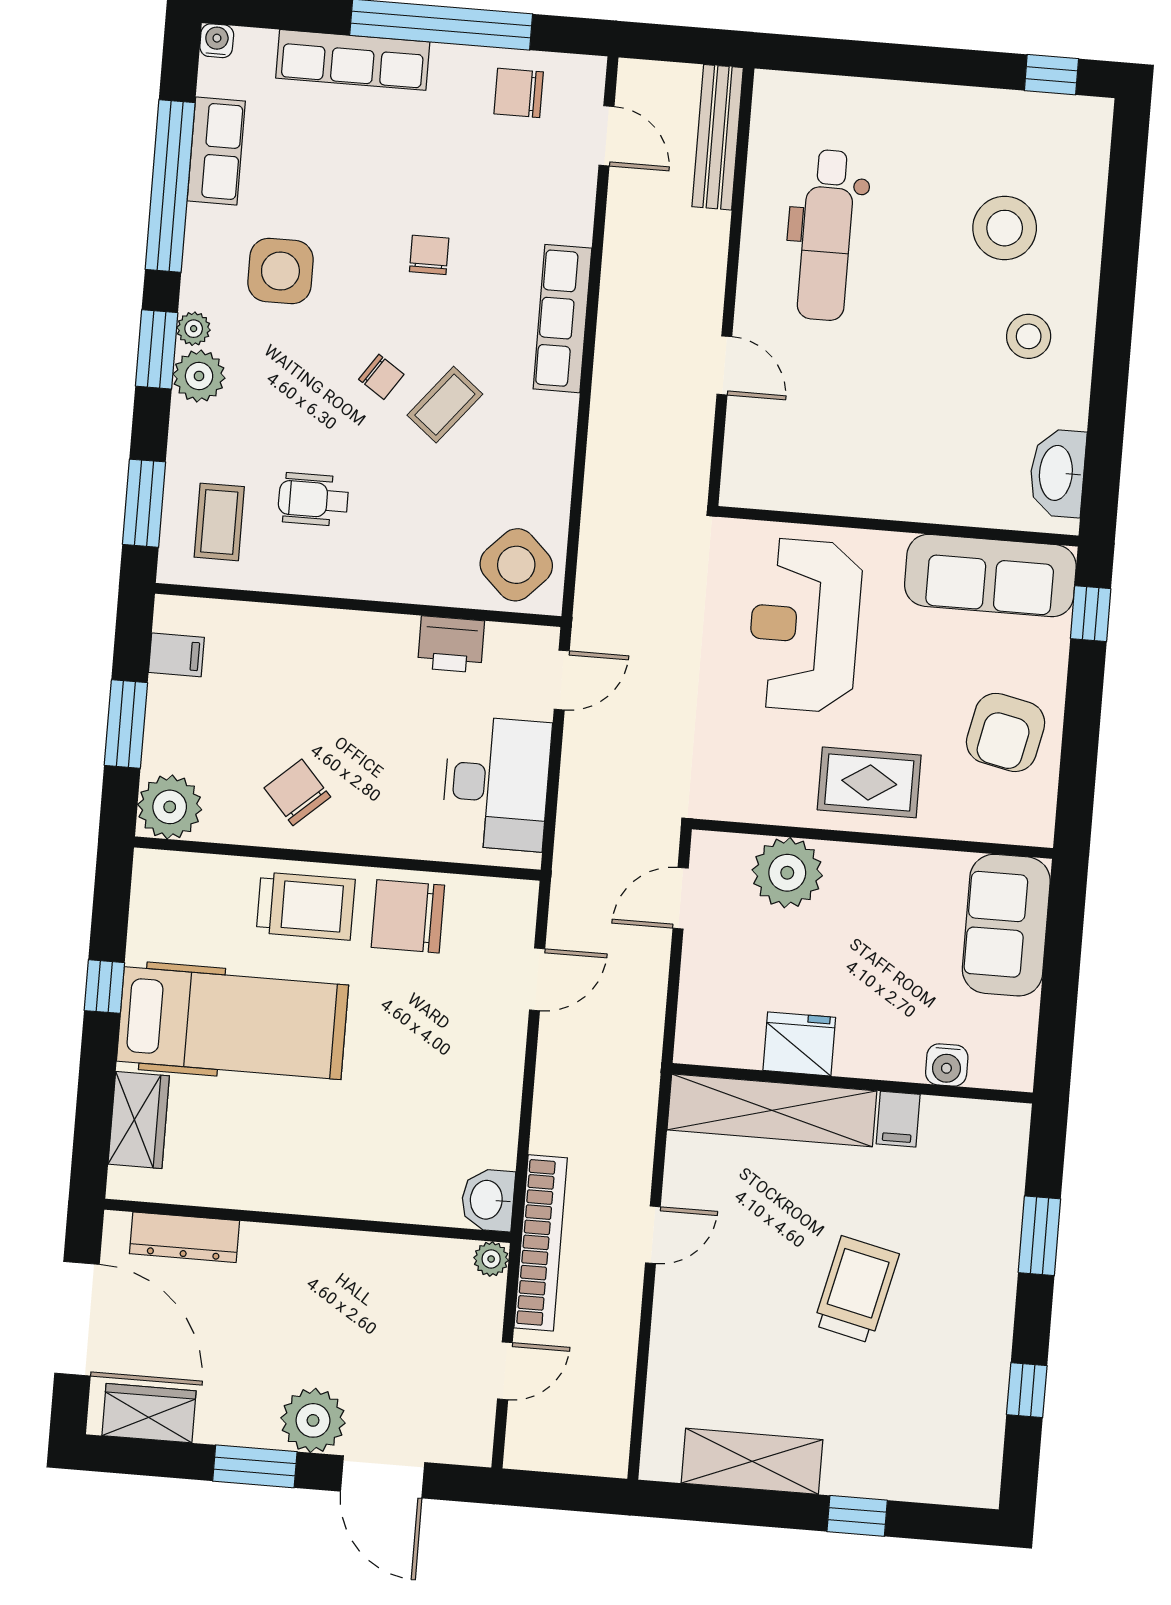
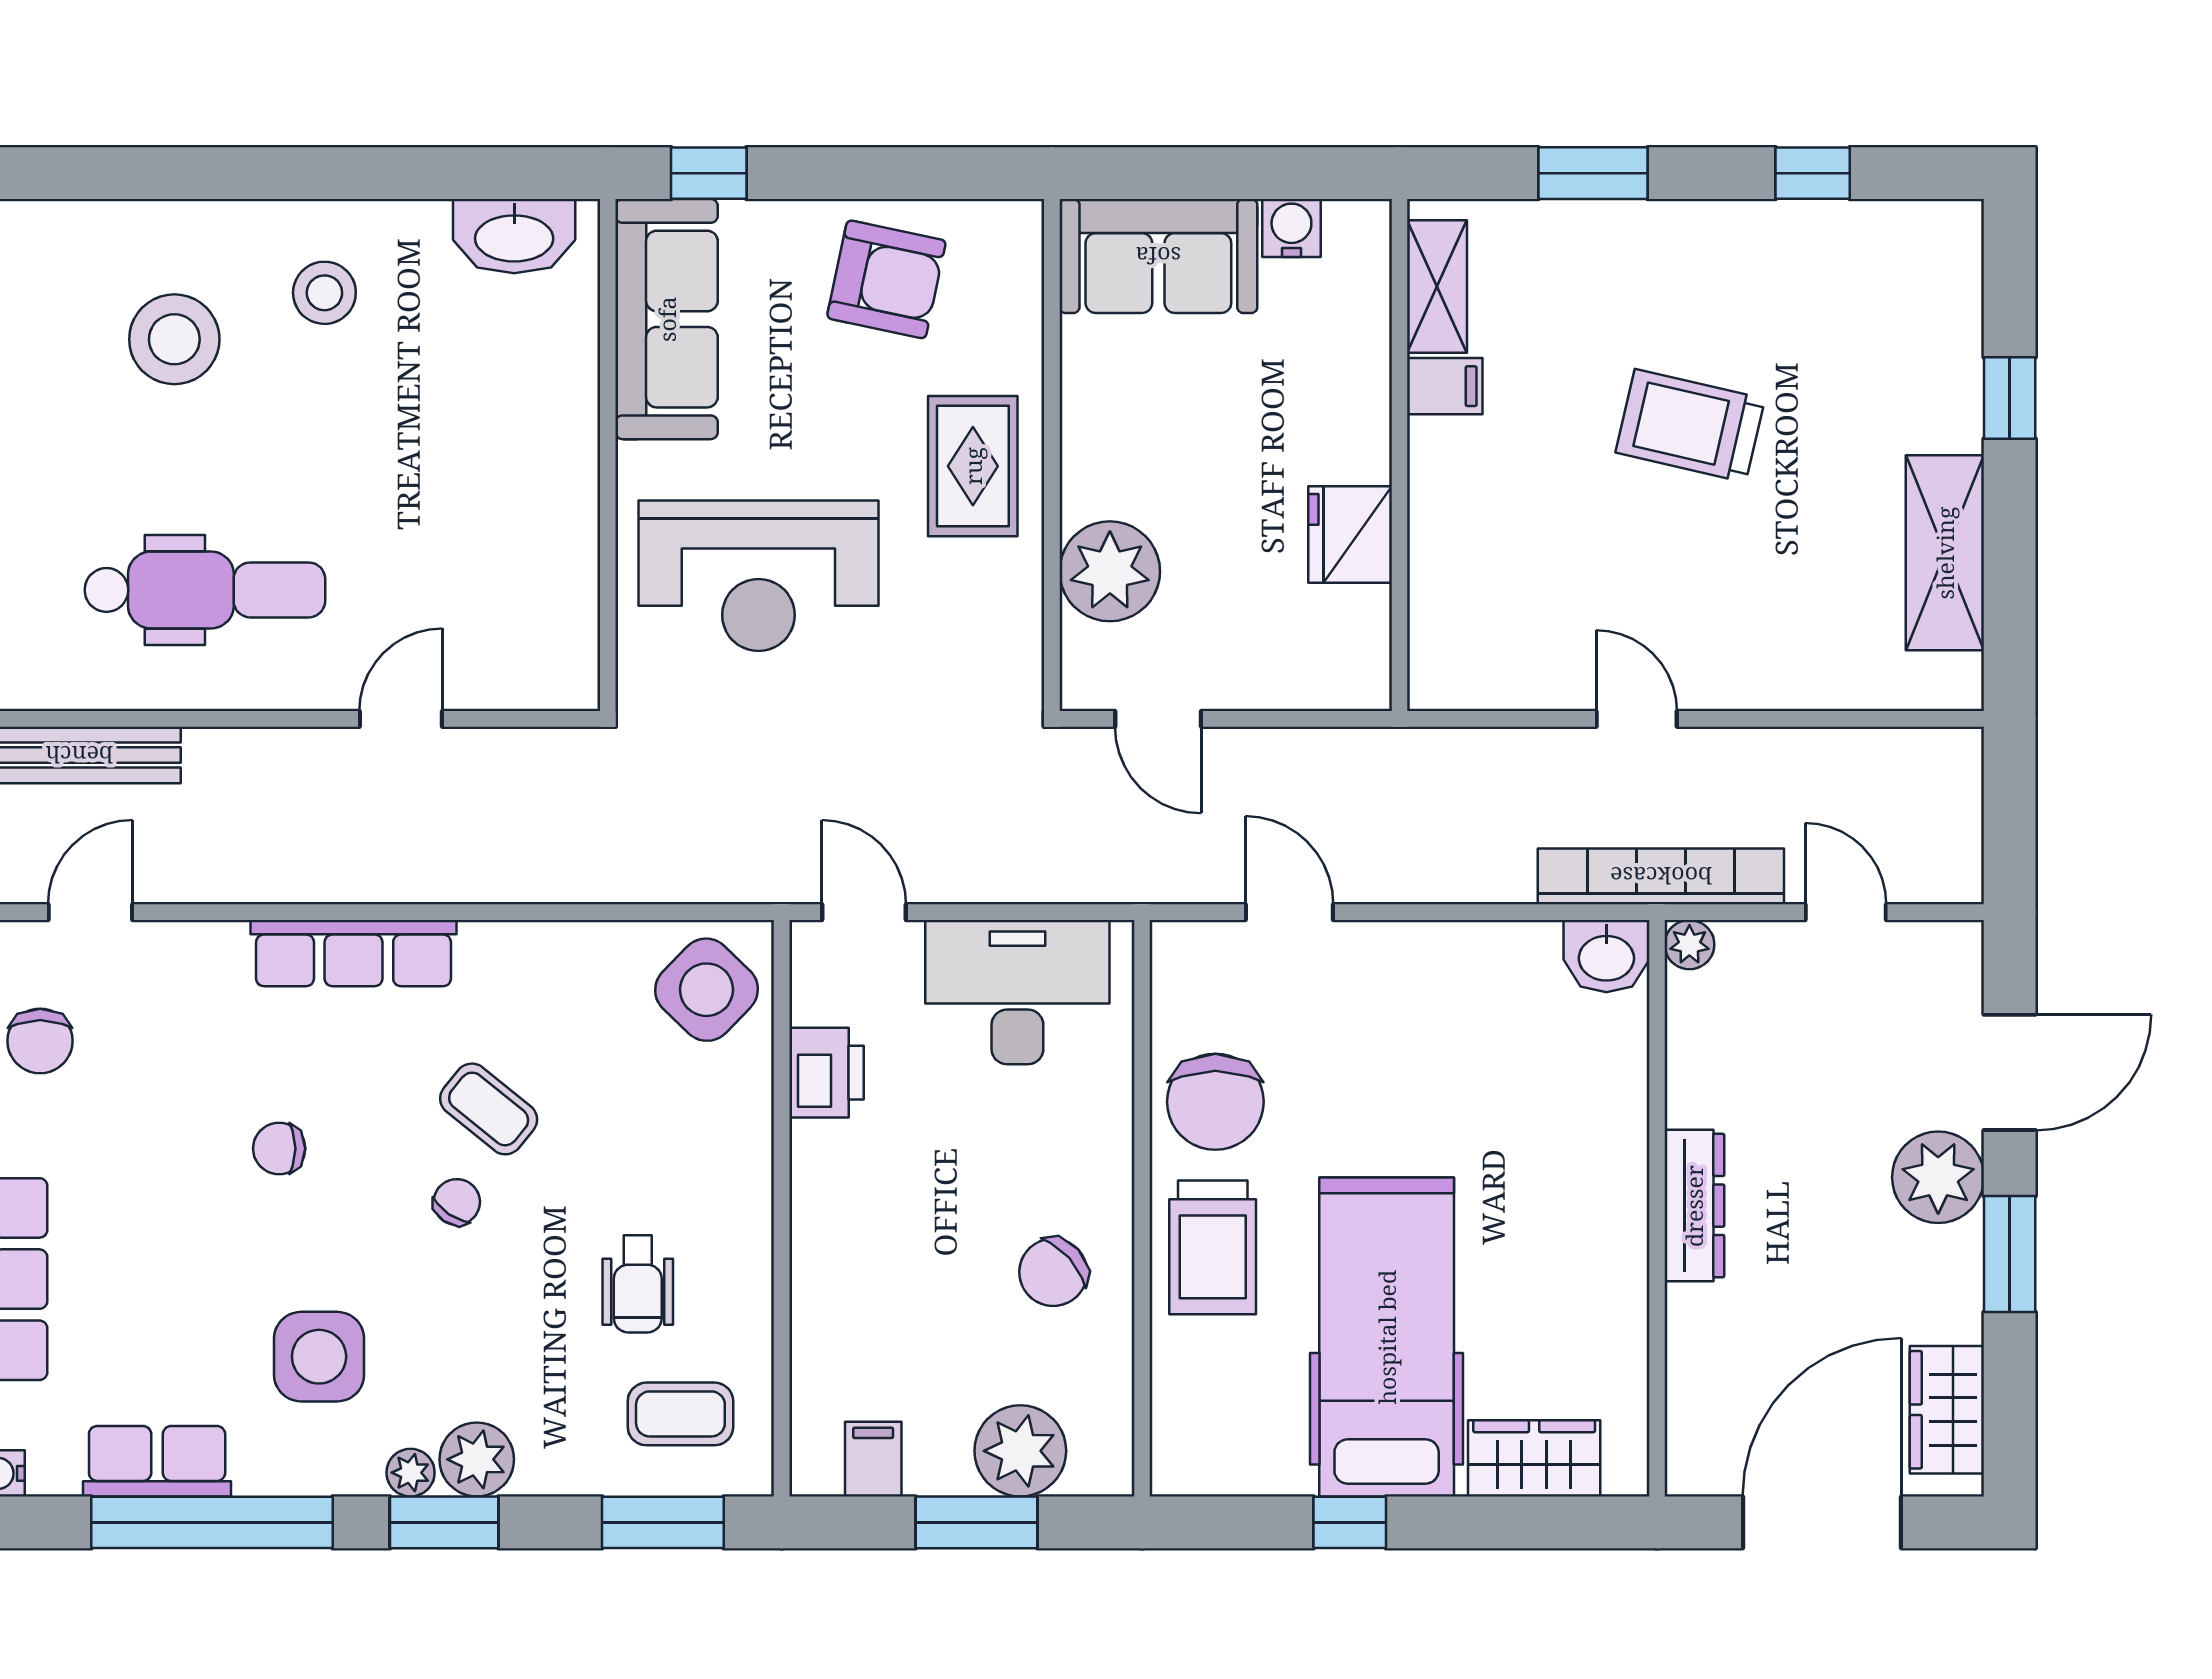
plant: (170, 807) -> (1020, 1451), moved
trolley: (306, 906) -> (1213, 1247), turned 180
water cooler: (947, 1065) -> (1291, 228), moved, turned -90
shelving: (772, 1110) -> (1437, 286), moved, width x0.45, depth x0.75
dresser: (184, 1237) -> (1694, 1206), moved

